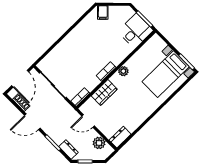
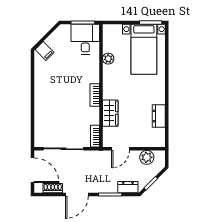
plant: (123, 71) -> (108, 59), moved
dresser: (120, 137) -> (159, 116), moved

